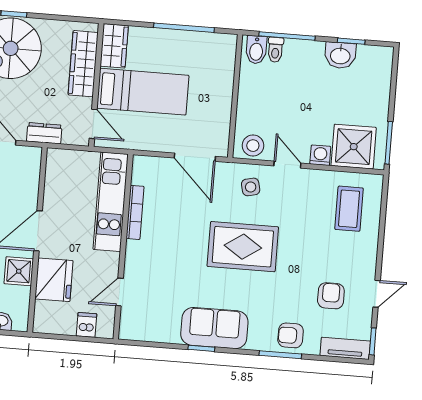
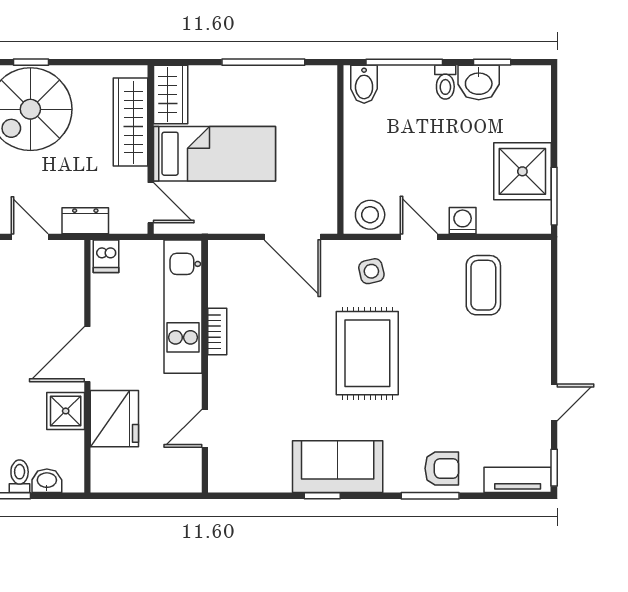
toilet: (275, 50) -> (445, 82), moved
shower: (354, 147) -> (522, 171), moved
coffee table: (349, 209) -> (483, 285), moved
bookcase: (135, 212) -> (217, 332), width x0.64
rug: (243, 247) -> (367, 353), turned 90
armchair: (331, 296) -> (492, 410), removed
dishwasher: (87, 325) -> (106, 256), moved, turned 180
armchair: (291, 335) -> (442, 468), turned 180

